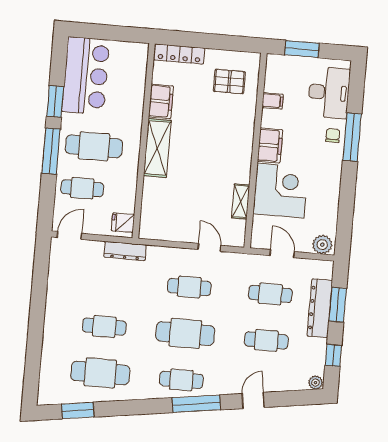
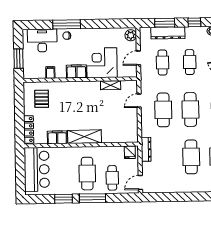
bar counter: (86, 76) -> (37, 169), moved, turned 90
door: (69, 235) -> (140, 183), hinge flipped
cafe table: (189, 287) -> (163, 110), width x1.37, depth x1.35
cafe table: (104, 327) -> (191, 157), width x1.37, depth x1.35

